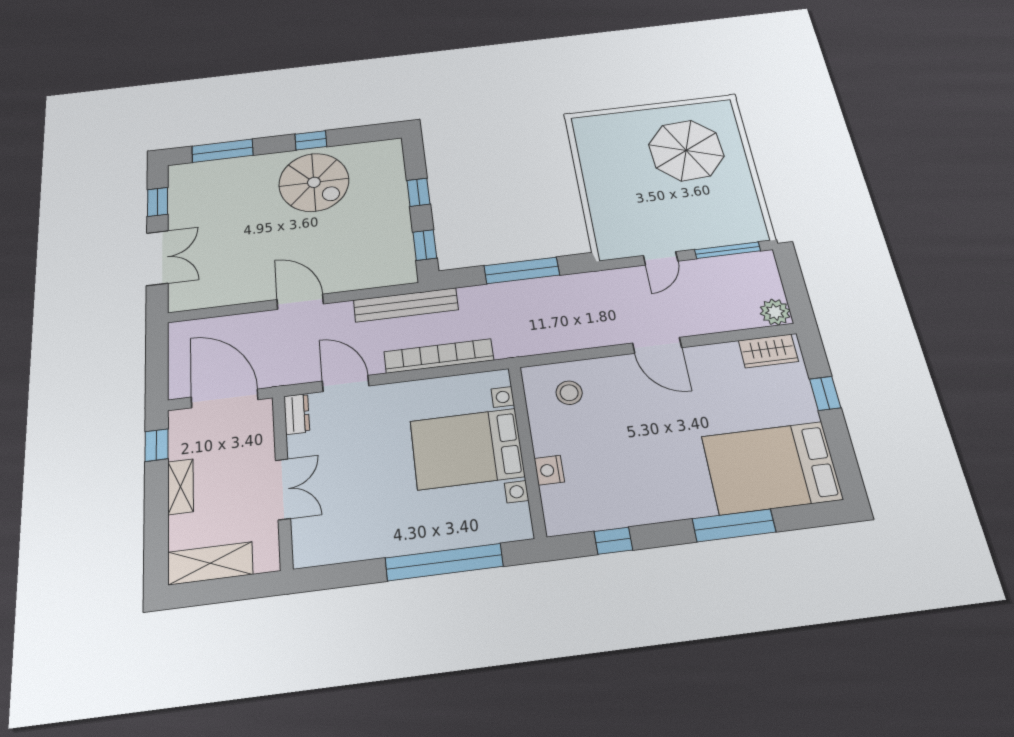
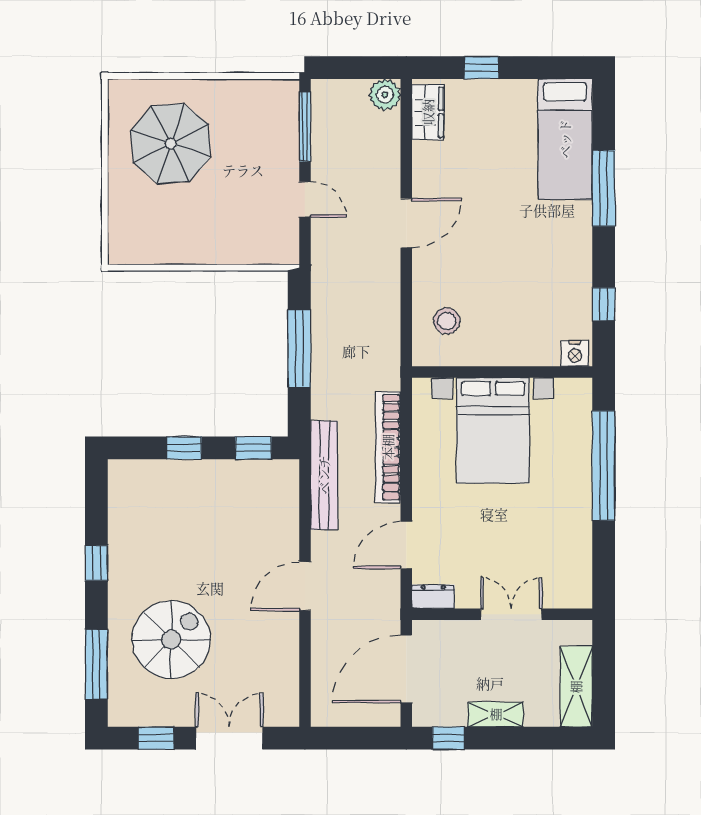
spiral stairs: (314, 182) -> (171, 640), moved
bed: (772, 468) -> (565, 139), width x0.67
nightstand: (549, 470) -> (575, 353), moved

